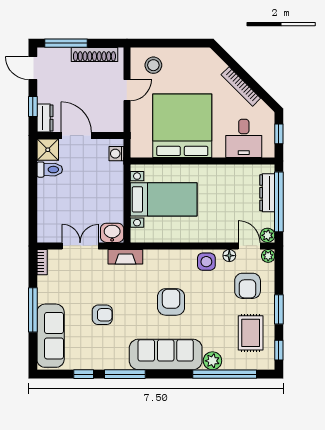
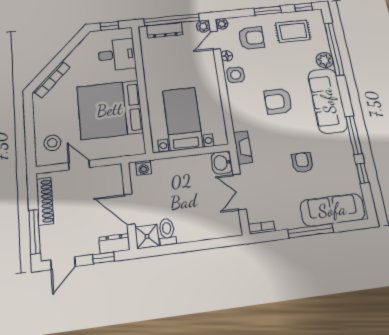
bookcase: (241, 86) -> (52, 79), moved
door: (76, 136) -> (130, 209), hinge flipped

